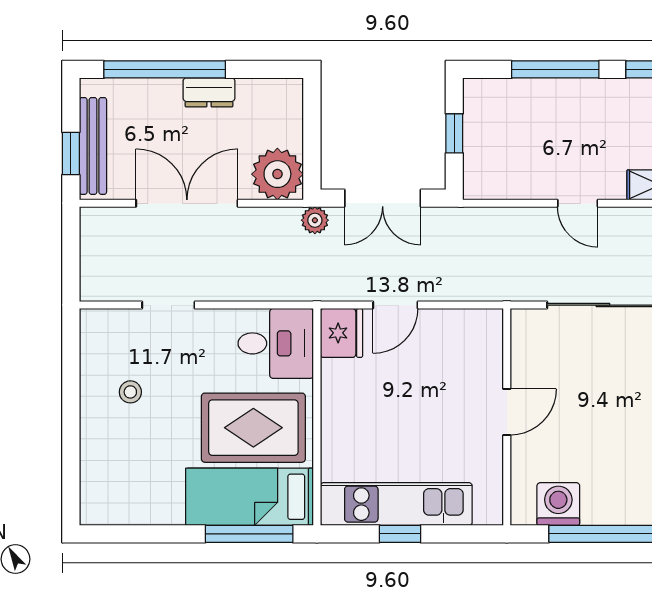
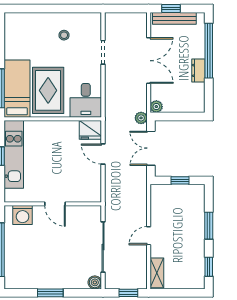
window: (555, 69) -> (209, 226), width x0.69
plant: (277, 174) -> (156, 107), width x0.53, depth x0.53
washing machine: (558, 504) -> (23, 215), moved, turned 90

